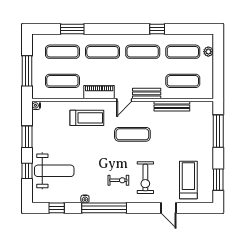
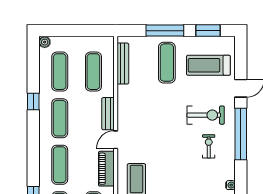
plant: (208, 52) -> (45, 42), moved
door: (124, 100) -> (116, 140), swing flipped
bench: (172, 106) -> (123, 64), moved
window: (218, 131) -> (165, 31), moved
exercise mat: (132, 134) -> (167, 63), moved
window: (104, 208) -> (241, 134), moved

